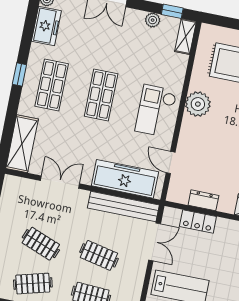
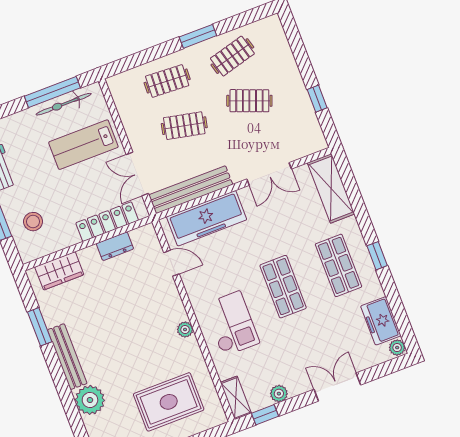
plant: (198, 104) -> (185, 330), width x0.53, depth x0.53
checkout: (156, 111) -> (231, 324), moved
locker: (198, 221) -> (107, 222), width x1.53

